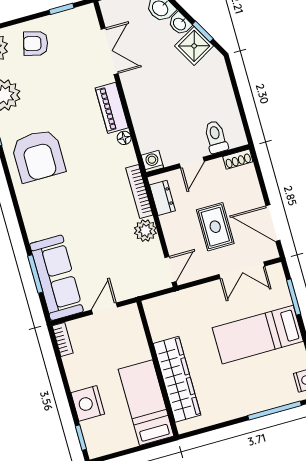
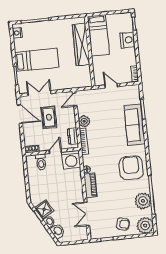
washing machine: (152, 161) -> (71, 160), width x1.89, depth x1.89
sofa: (56, 278) -> (134, 125), moved
door: (104, 309) -> (111, 86), swing flipped

